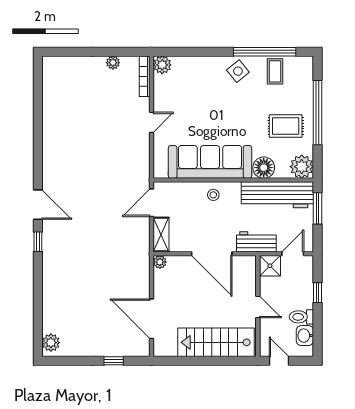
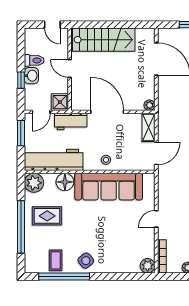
window: (318, 208) -> (21, 133), moved
washbasin: (305, 336) -> (31, 76), moved

